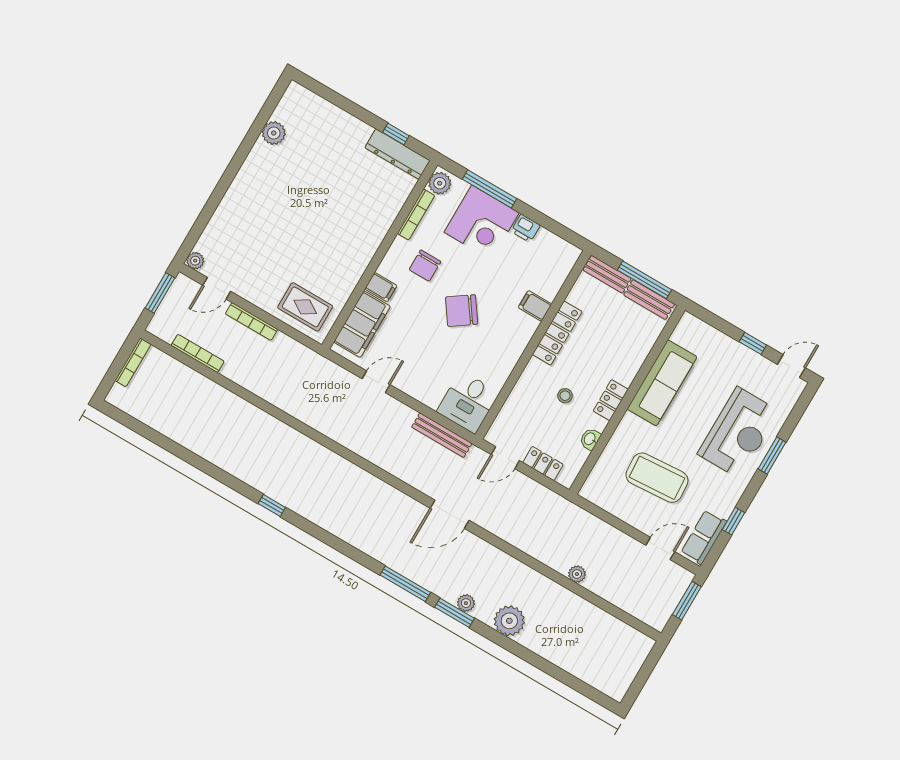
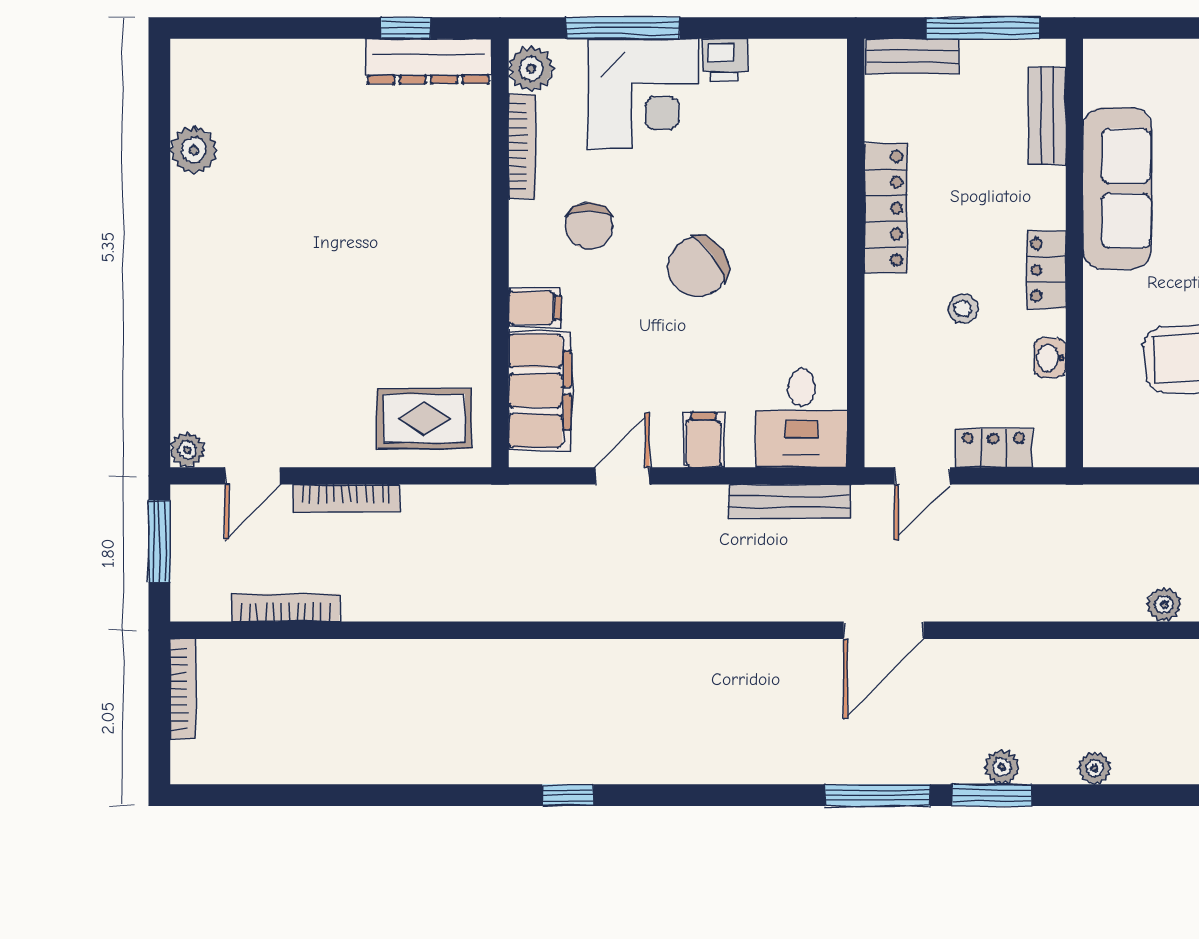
bench: (649, 300) -> (1047, 116), moved, turned 90
filing cabinet: (535, 306) -> (704, 440), moved, turned 90
plant: (509, 621) -> (1095, 768), width x0.53, depth x0.53

